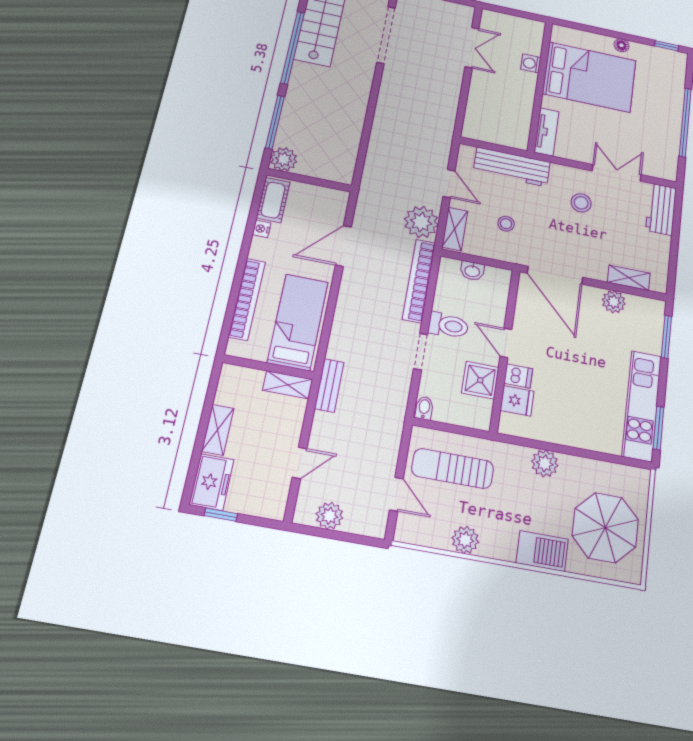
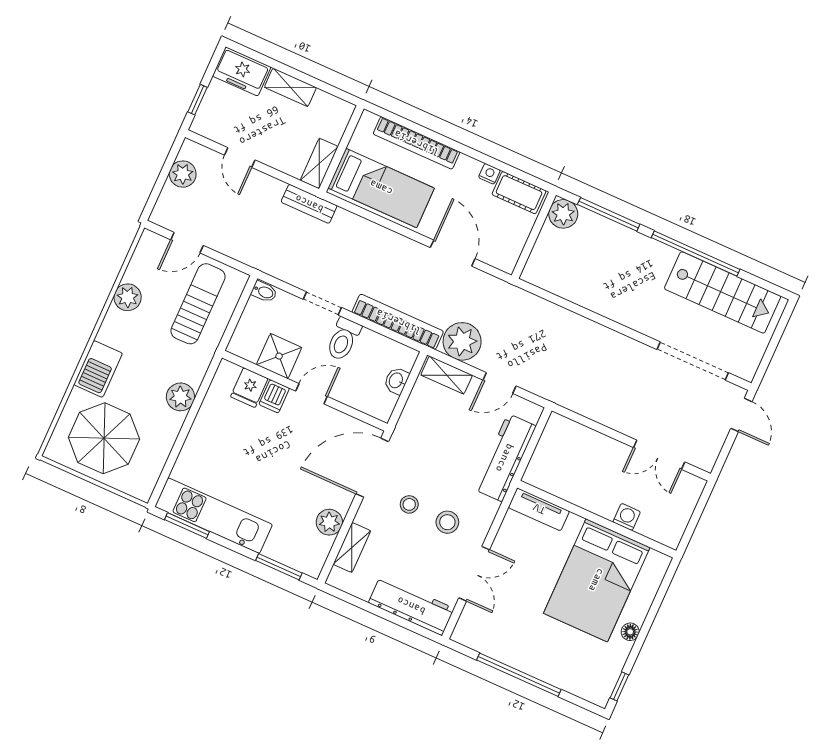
workbench: (661, 209) -> (411, 606), width x1.38
stool: (506, 224) -> (409, 504), moved
window: (221, 515) -> (197, 100), moved

